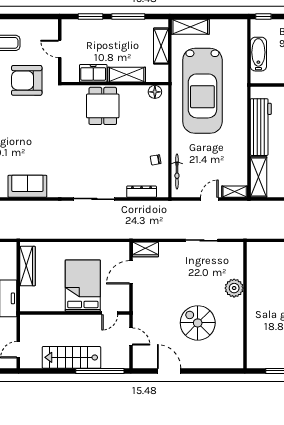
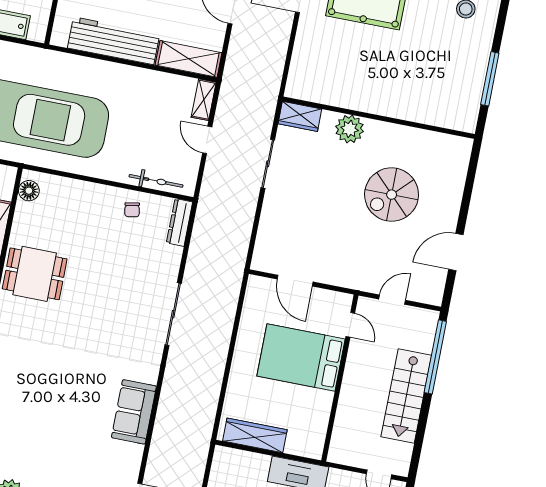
dresser: (142, 192) -> (180, 222), moved
wardrobe: (145, 249) -> (300, 116), moved, turned 90

